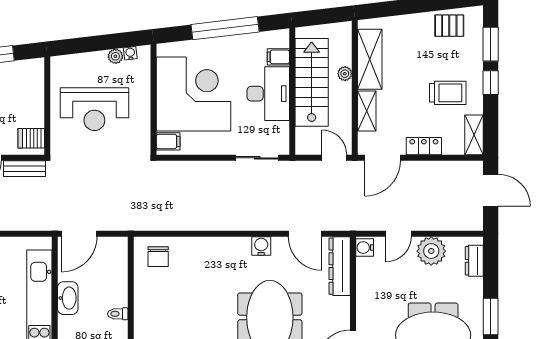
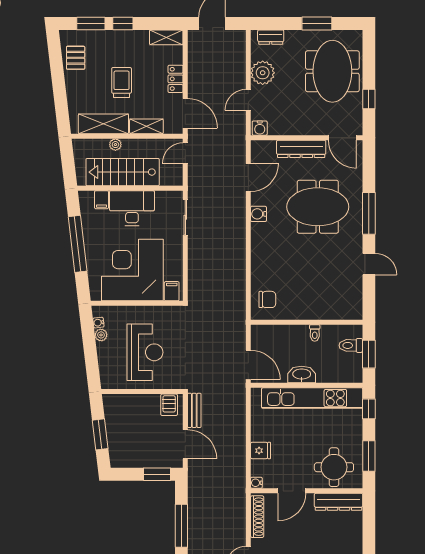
trolley: (448, 93) -> (122, 82), moved
door: (398, 234) -> (248, 100), swing flipped
dresser: (340, 266) -> (301, 149), moved

